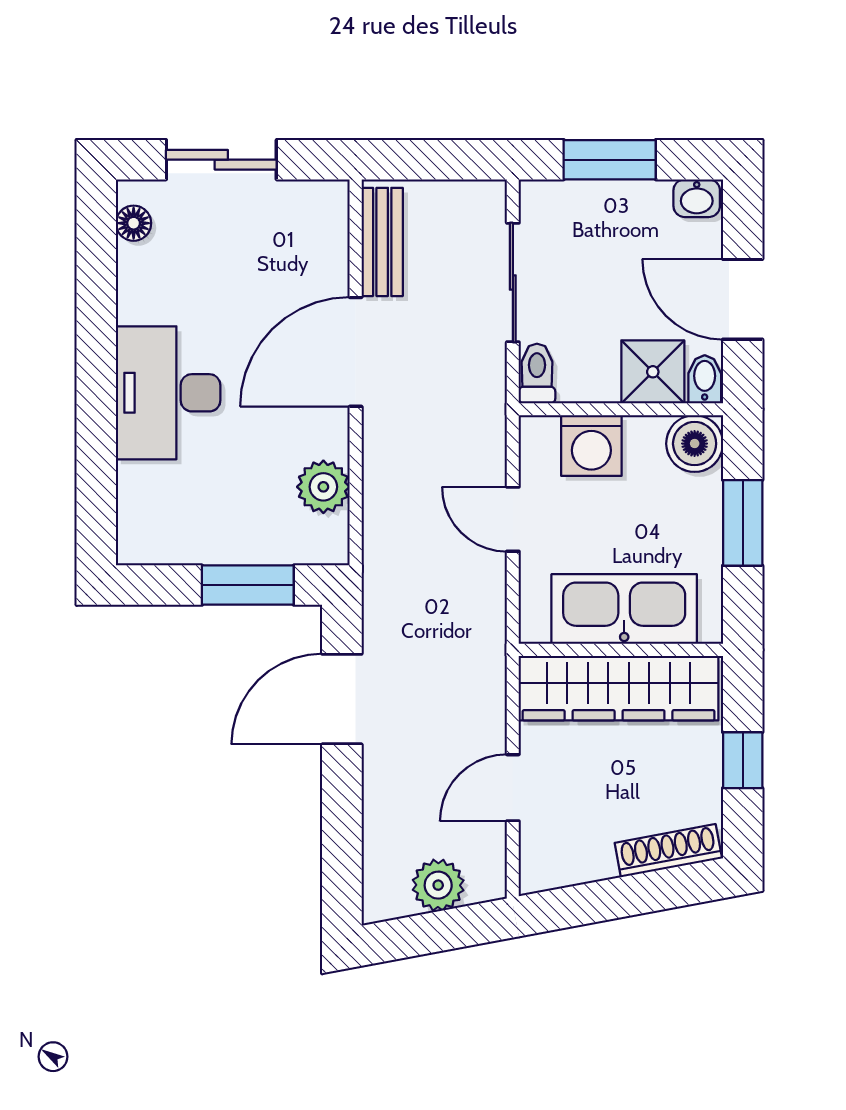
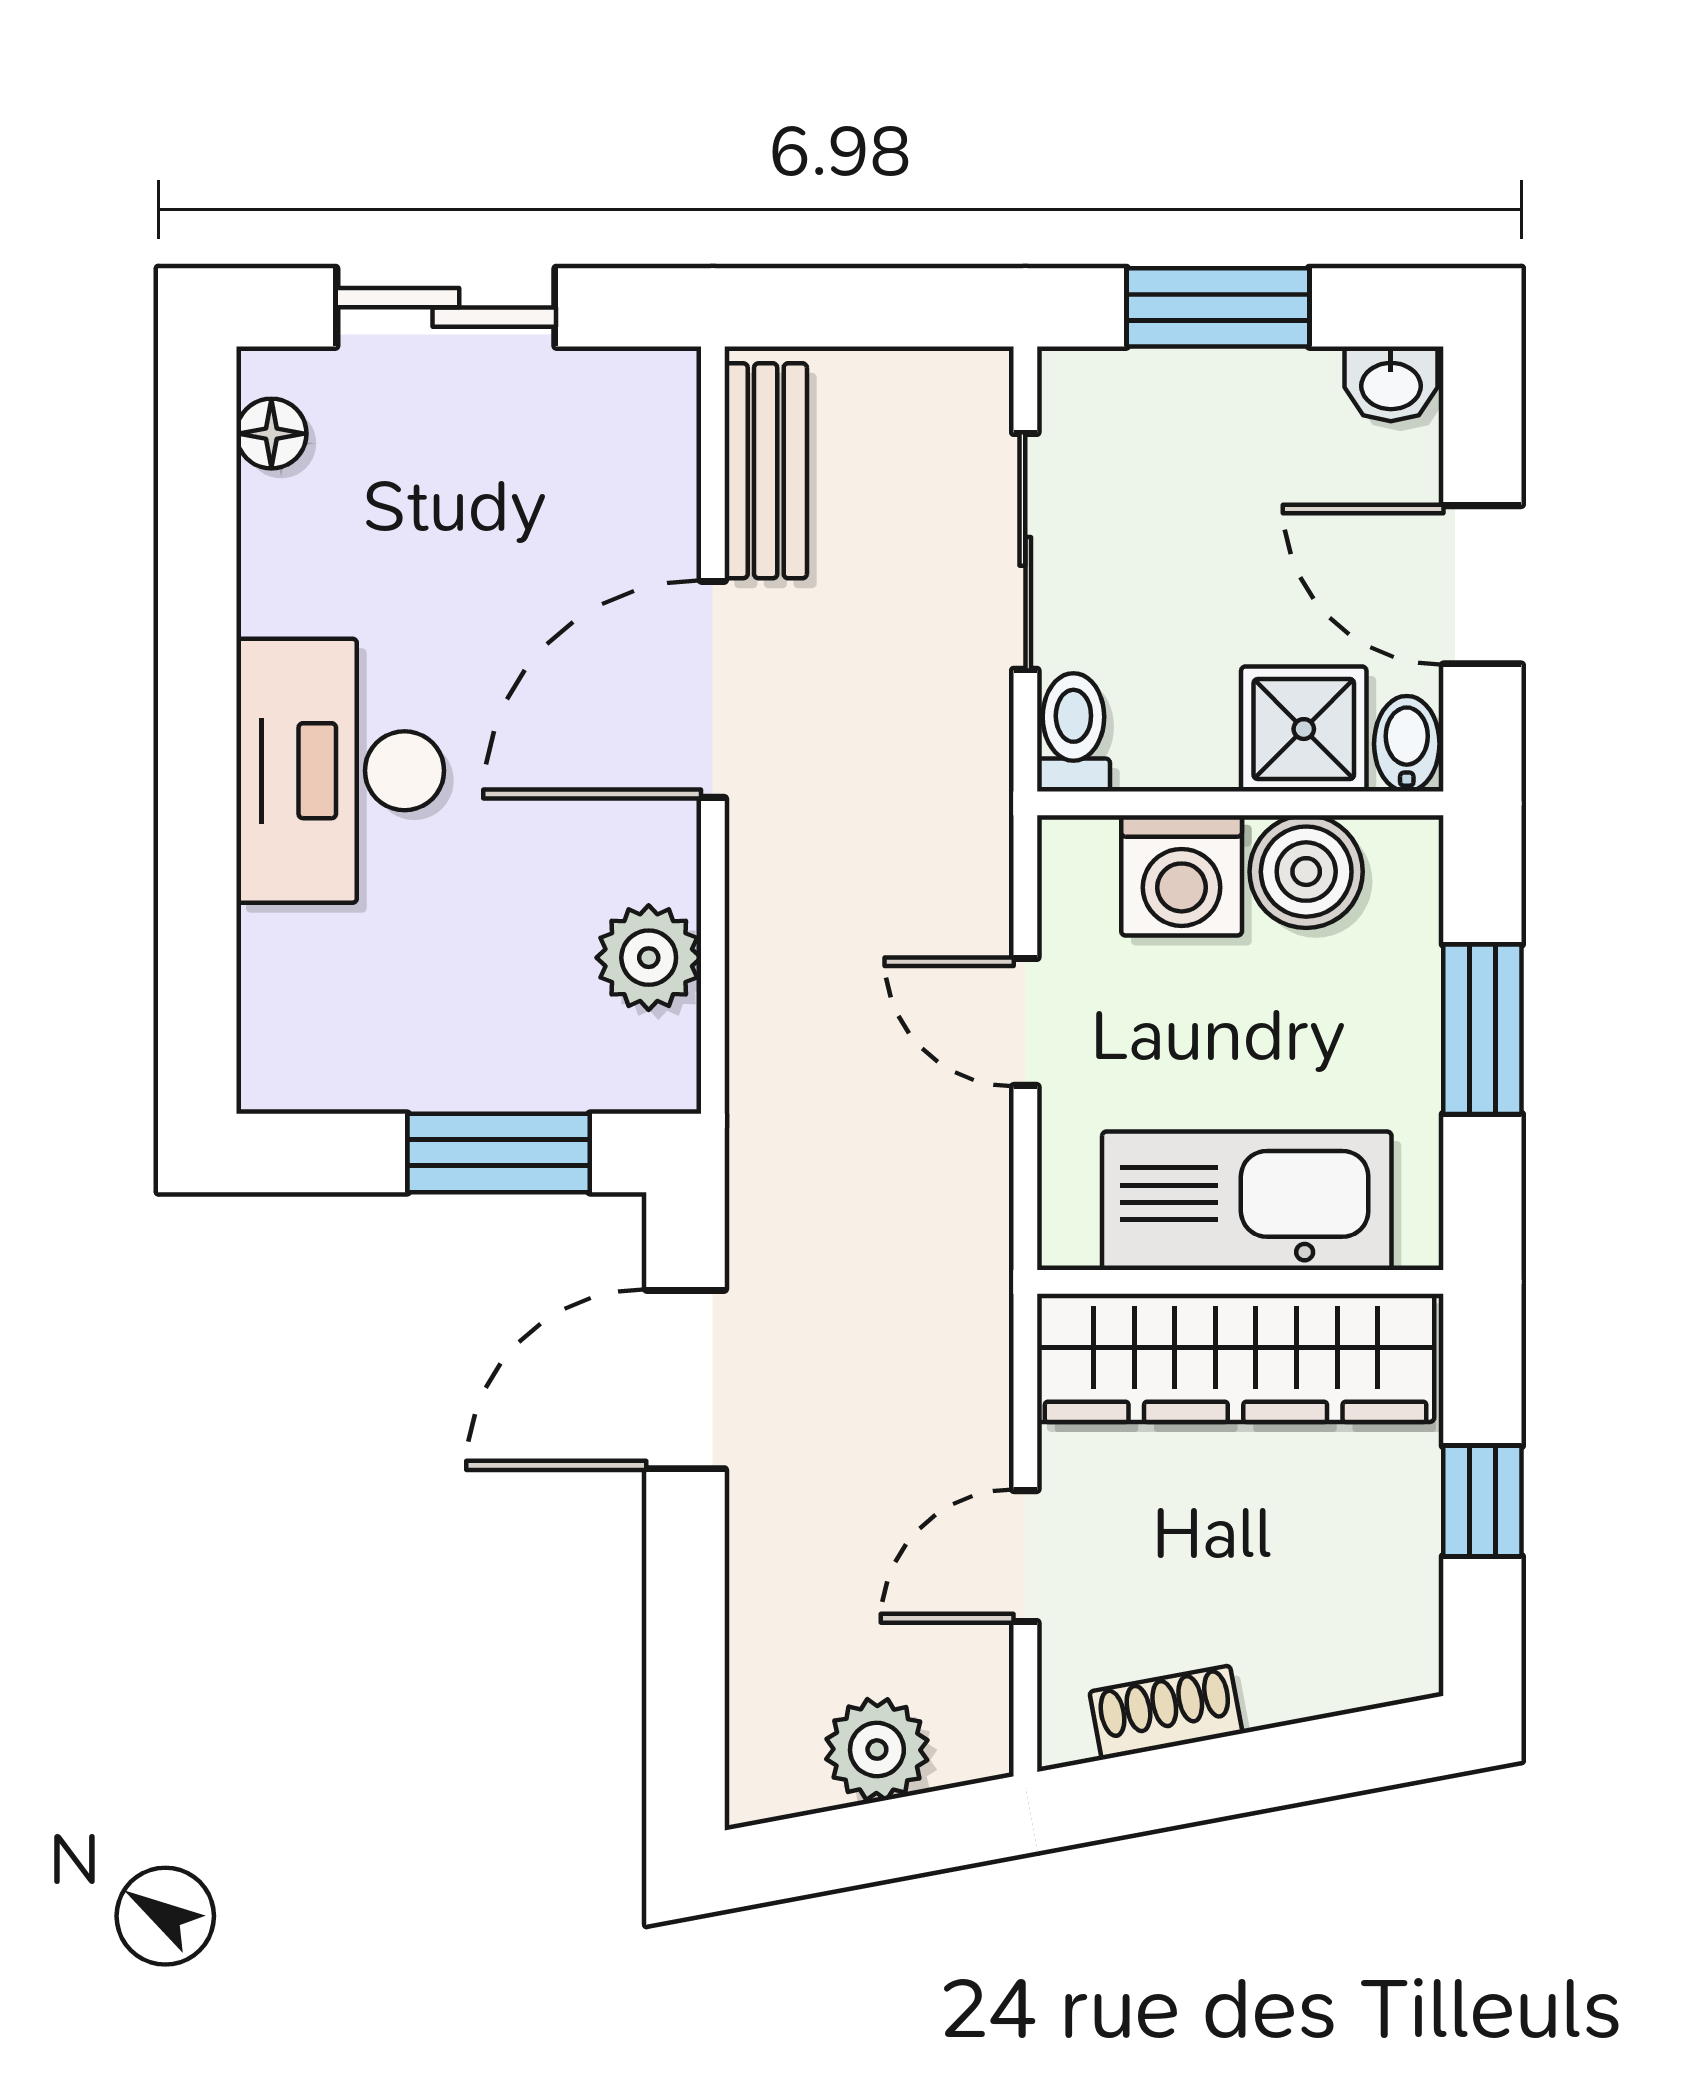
boiler: (695, 444) -> (1306, 872), moved
shoe rack: (668, 851) -> (1166, 1713), moved, width x0.70

